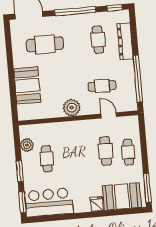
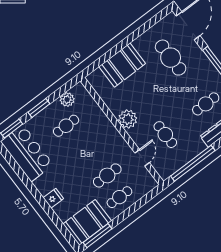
booth: (122, 197) -> (87, 222), moved, turned 90

